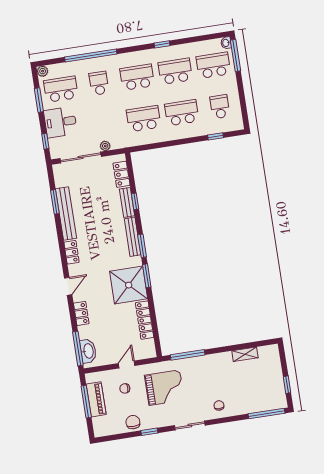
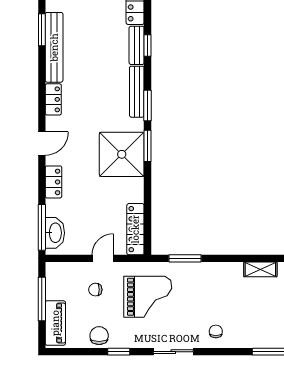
locker: (145, 320) -> (135, 229), moved
window: (188, 355) -> (185, 258), width x0.69
piano: (96, 399) -> (55, 323), moved

